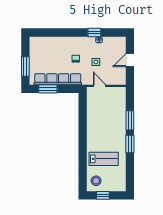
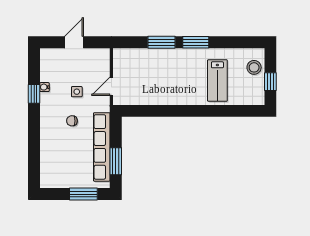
door: (130, 60) -> (74, 42), swing flipped
lab bench: (104, 159) -> (217, 80), turned 180
stool: (96, 181) -> (254, 67), moved

